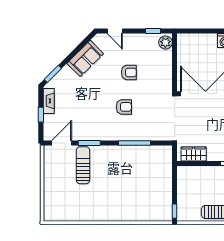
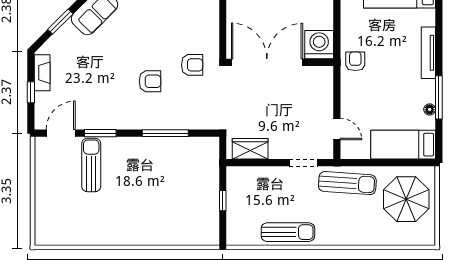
armchair: (129, 72) -> (192, 65), moved
window: (53, 74) -> (60, 22), moved
window: (175, 211) -> (223, 201), moved

